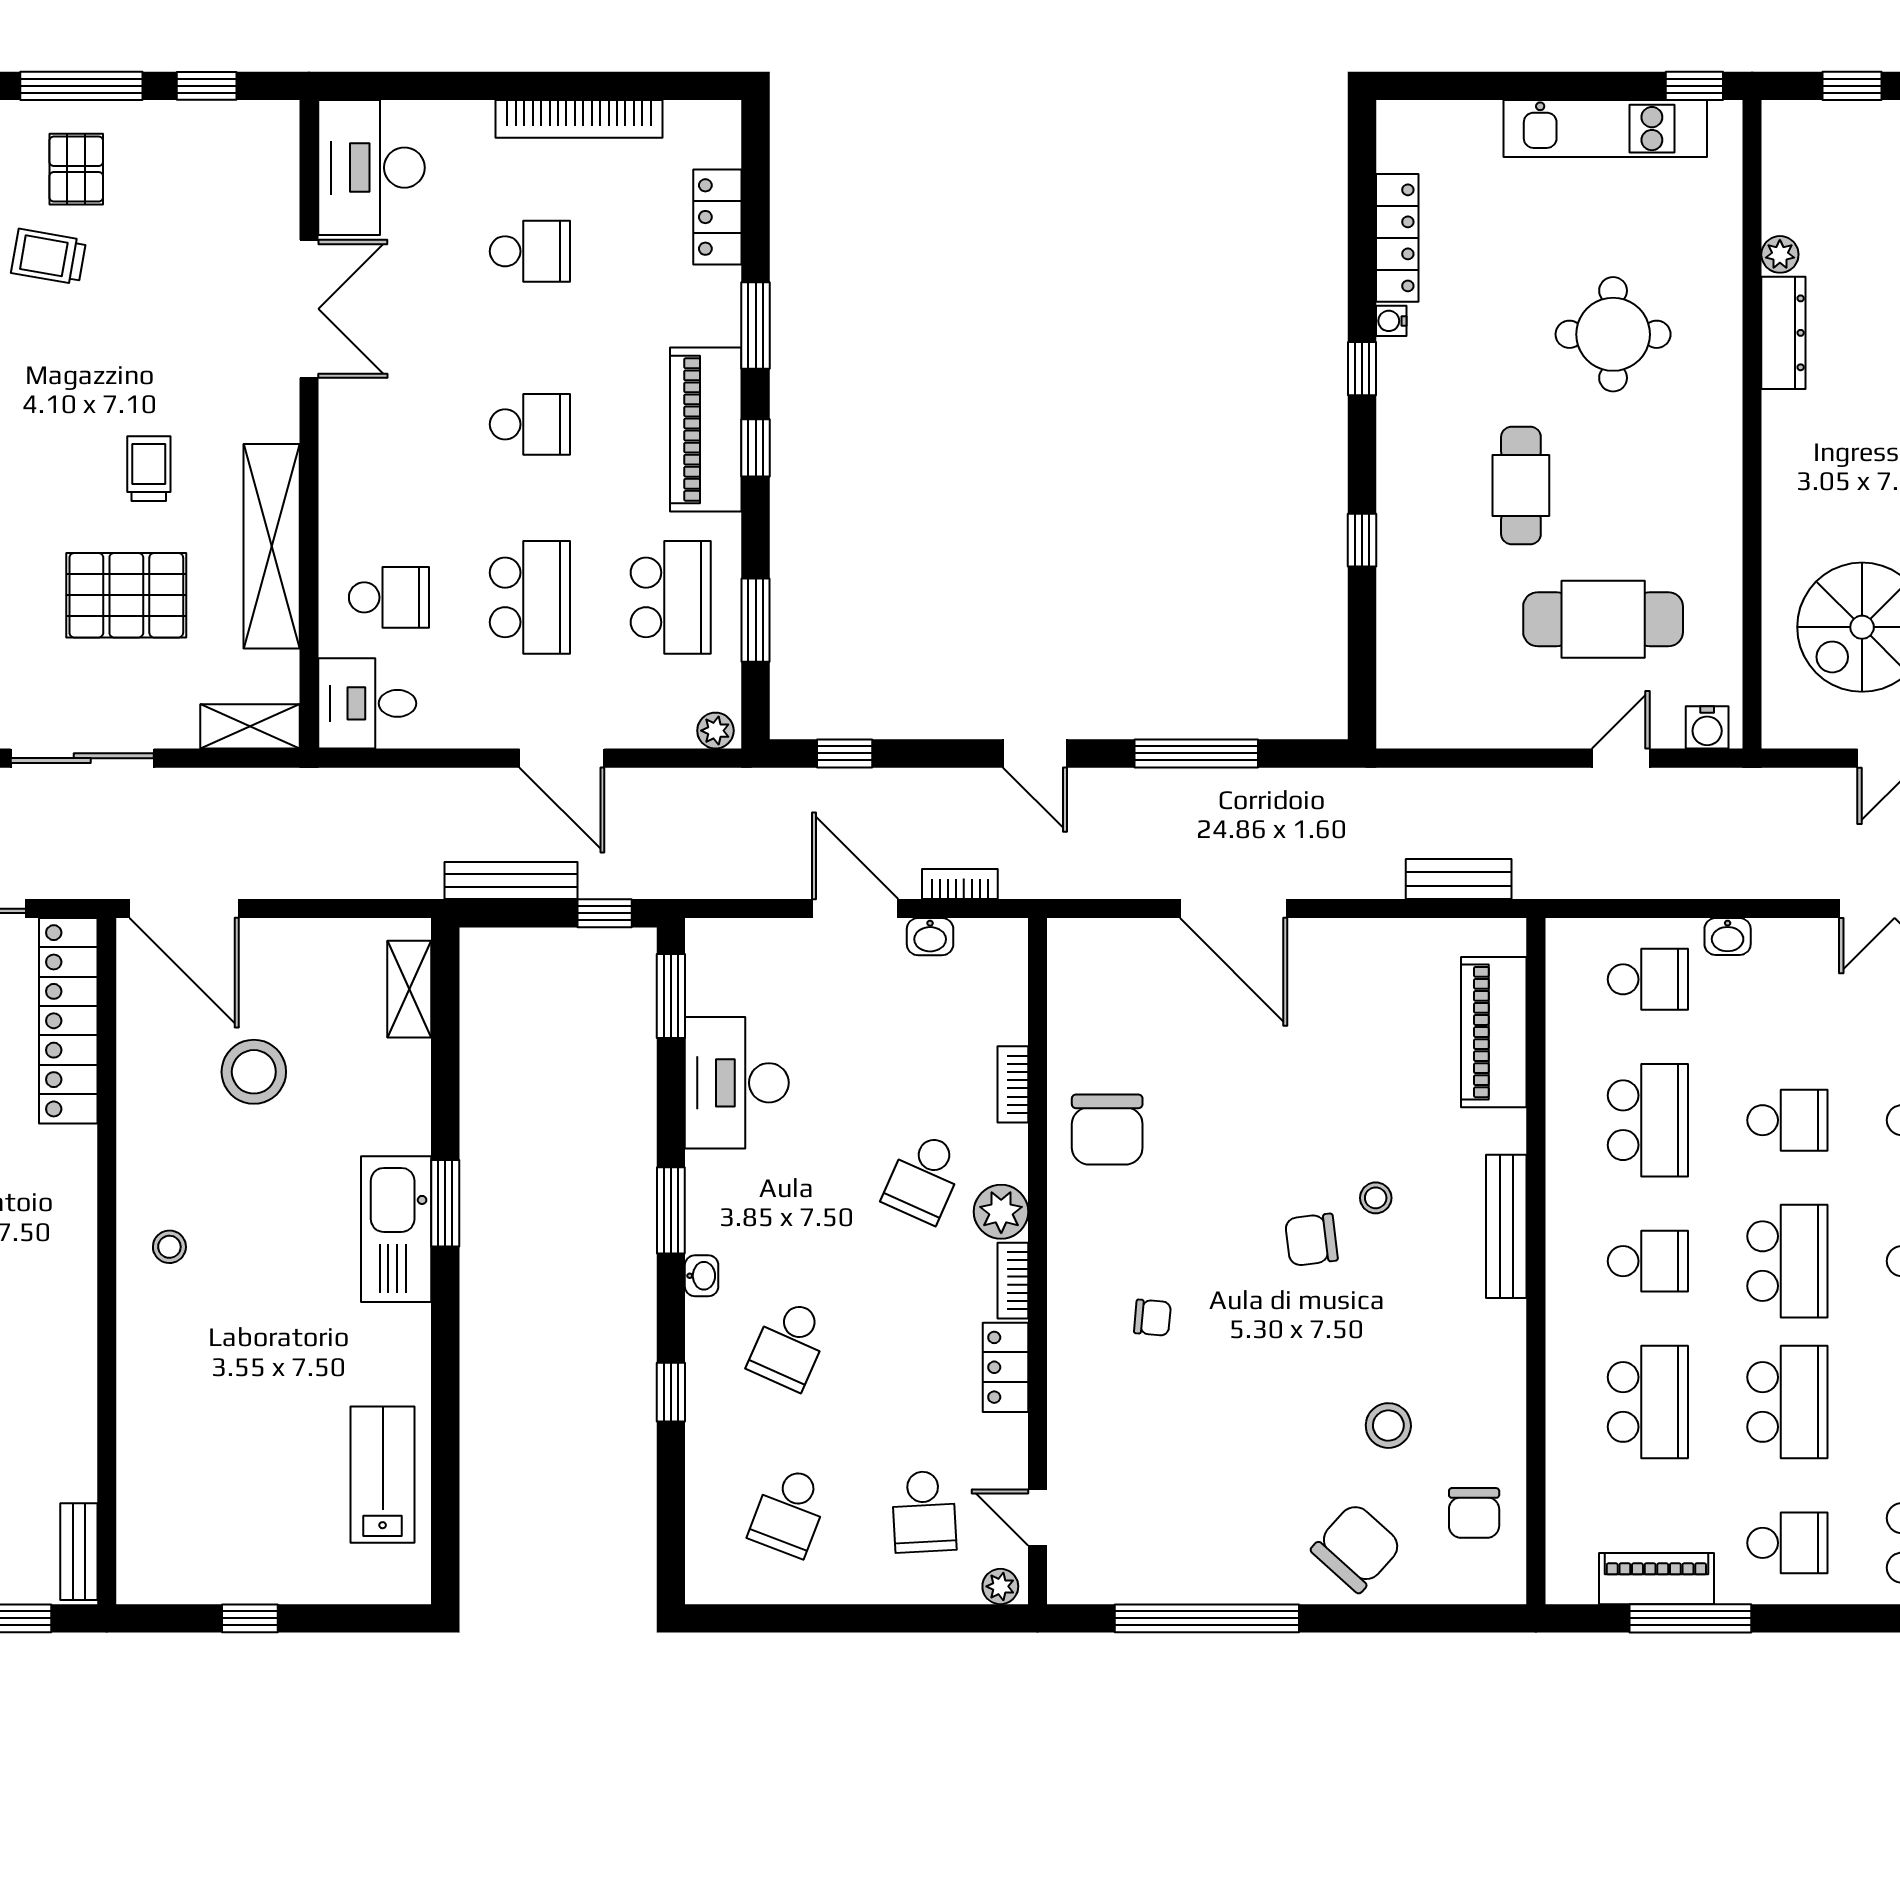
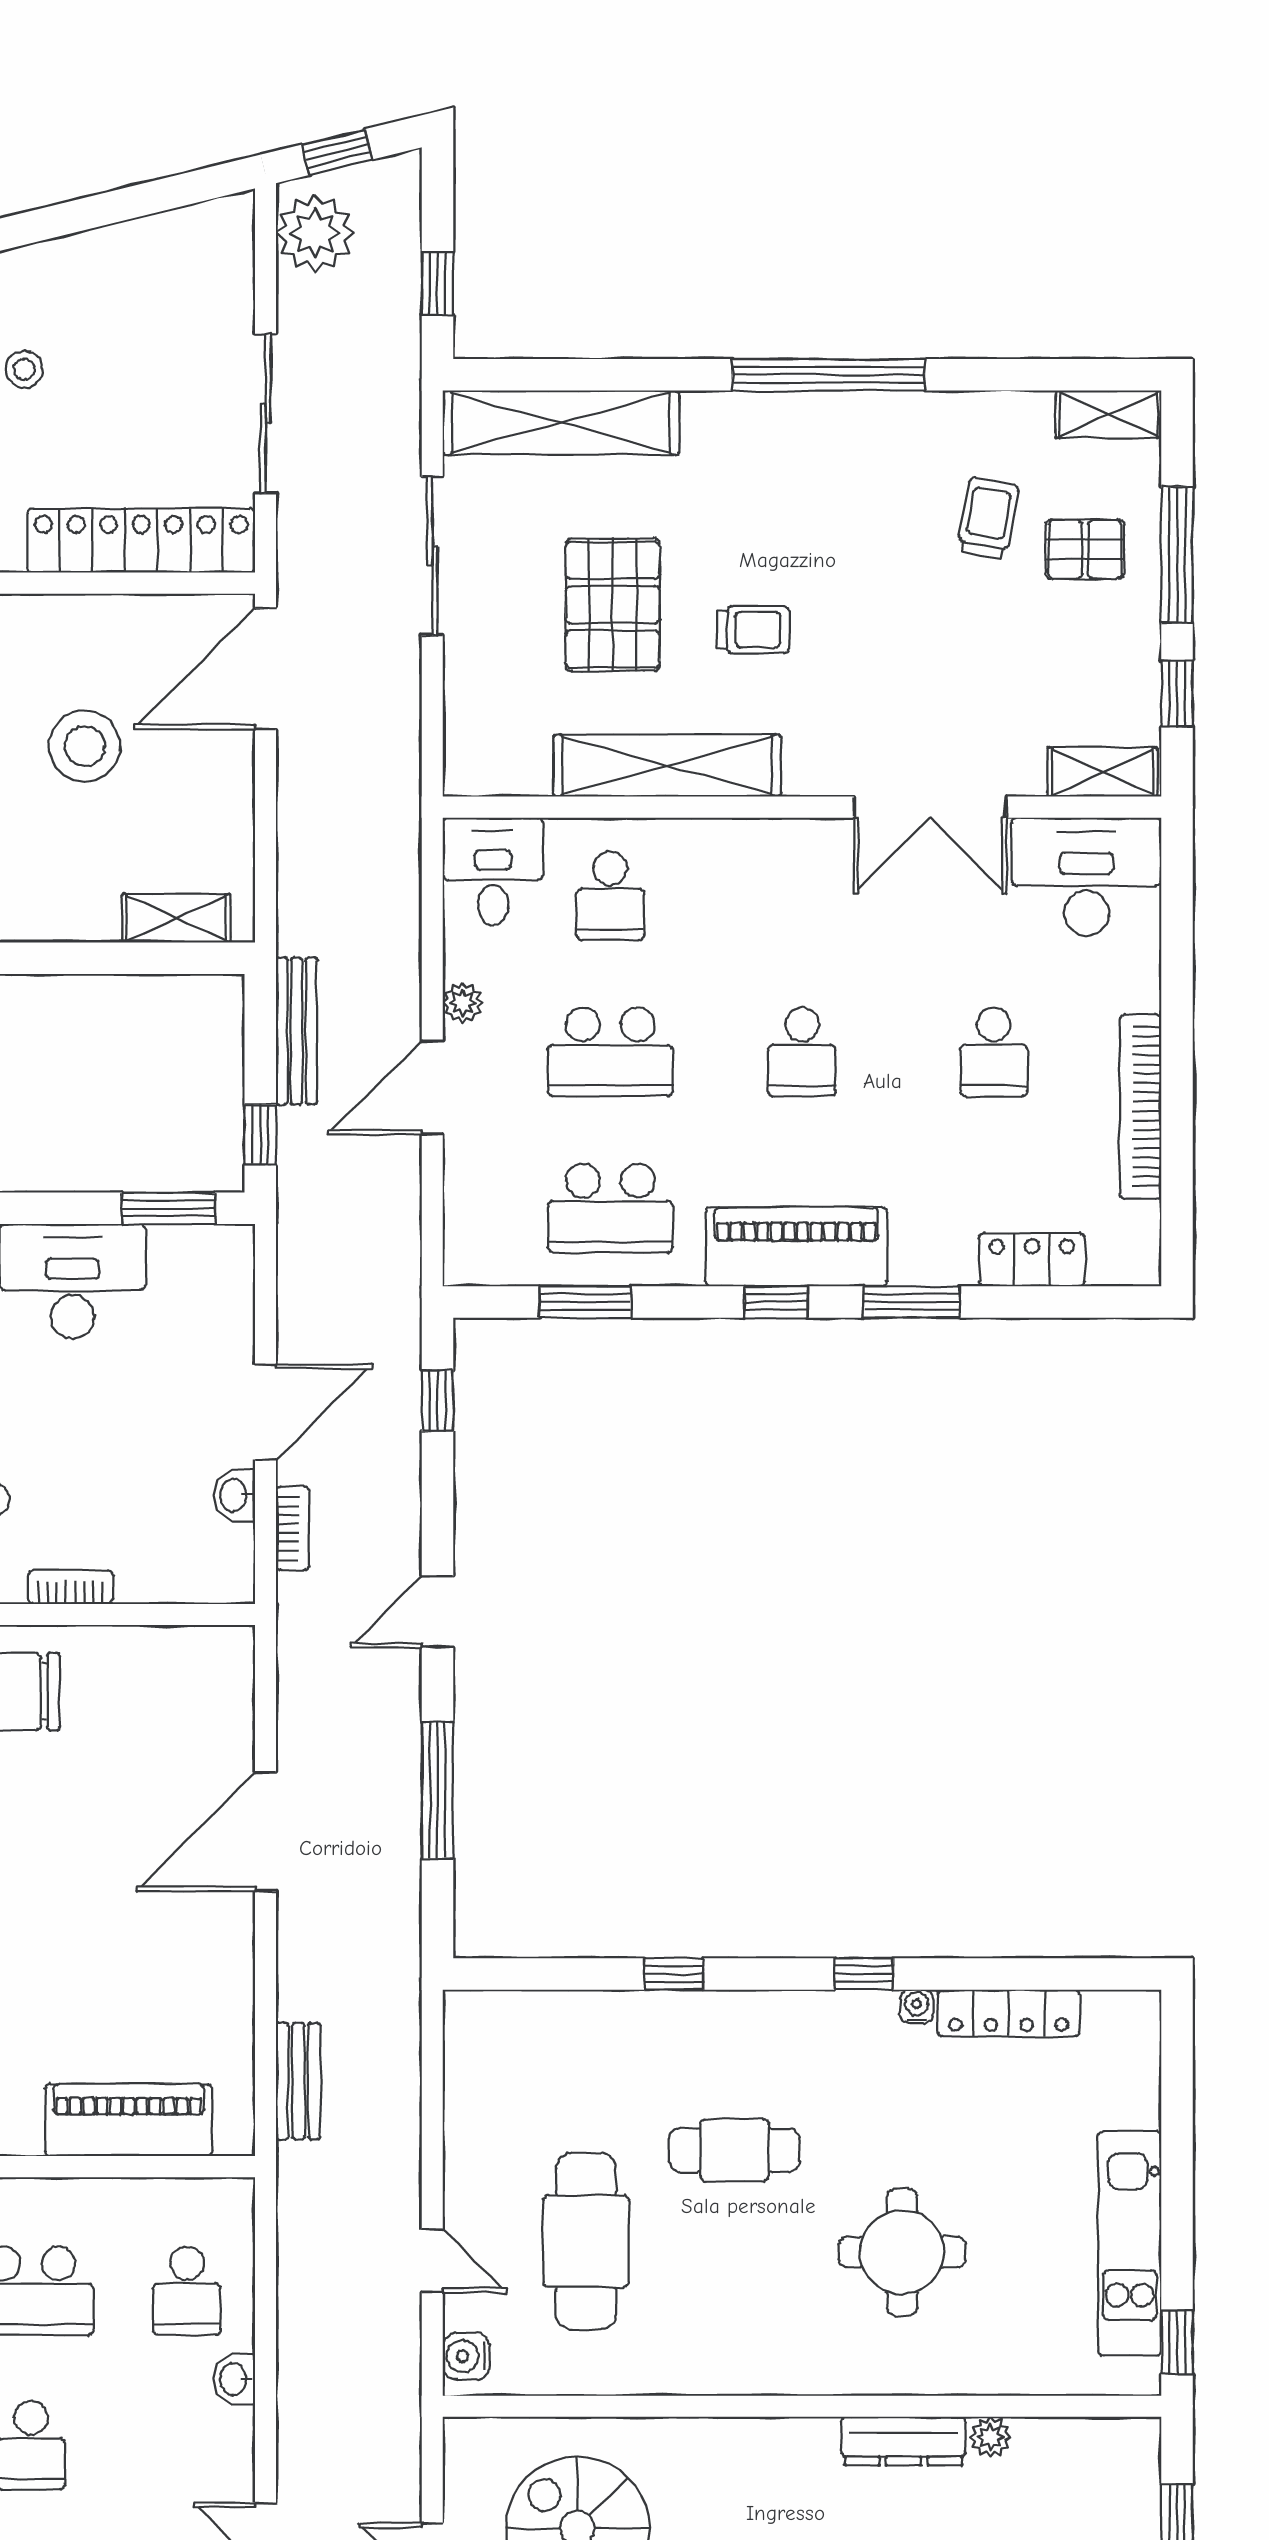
shelving: (250, 726) -> (1103, 772), moved, turned 90
plant: (715, 731) -> (463, 1003), moved

